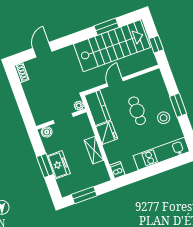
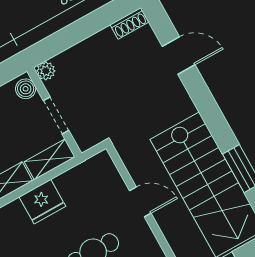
plant: (79, 106) -> (46, 71), moved
kitchen counter: (97, 108) -> (87, 177), removed
shelving: (85, 125) -> (50, 159), added

